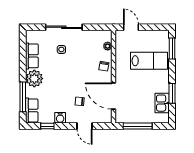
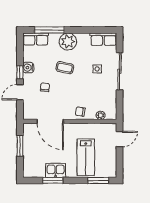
row of seats: (32, 56) -> (103, 39), moved
coffee table: (60, 82) -> (65, 68), added
door: (114, 96) -> (50, 121), swing flipped
kitchen sink: (162, 103) -> (56, 170), moved
window: (47, 126) -> (20, 72), moved
window: (138, 126) -> (20, 146), width x0.69

